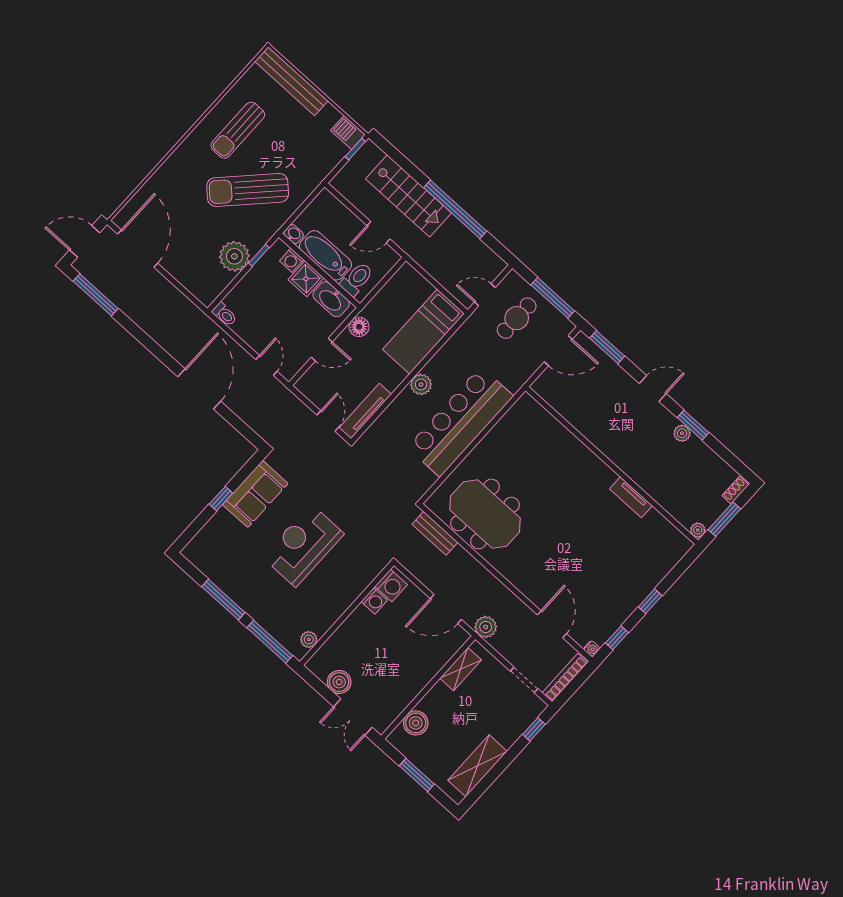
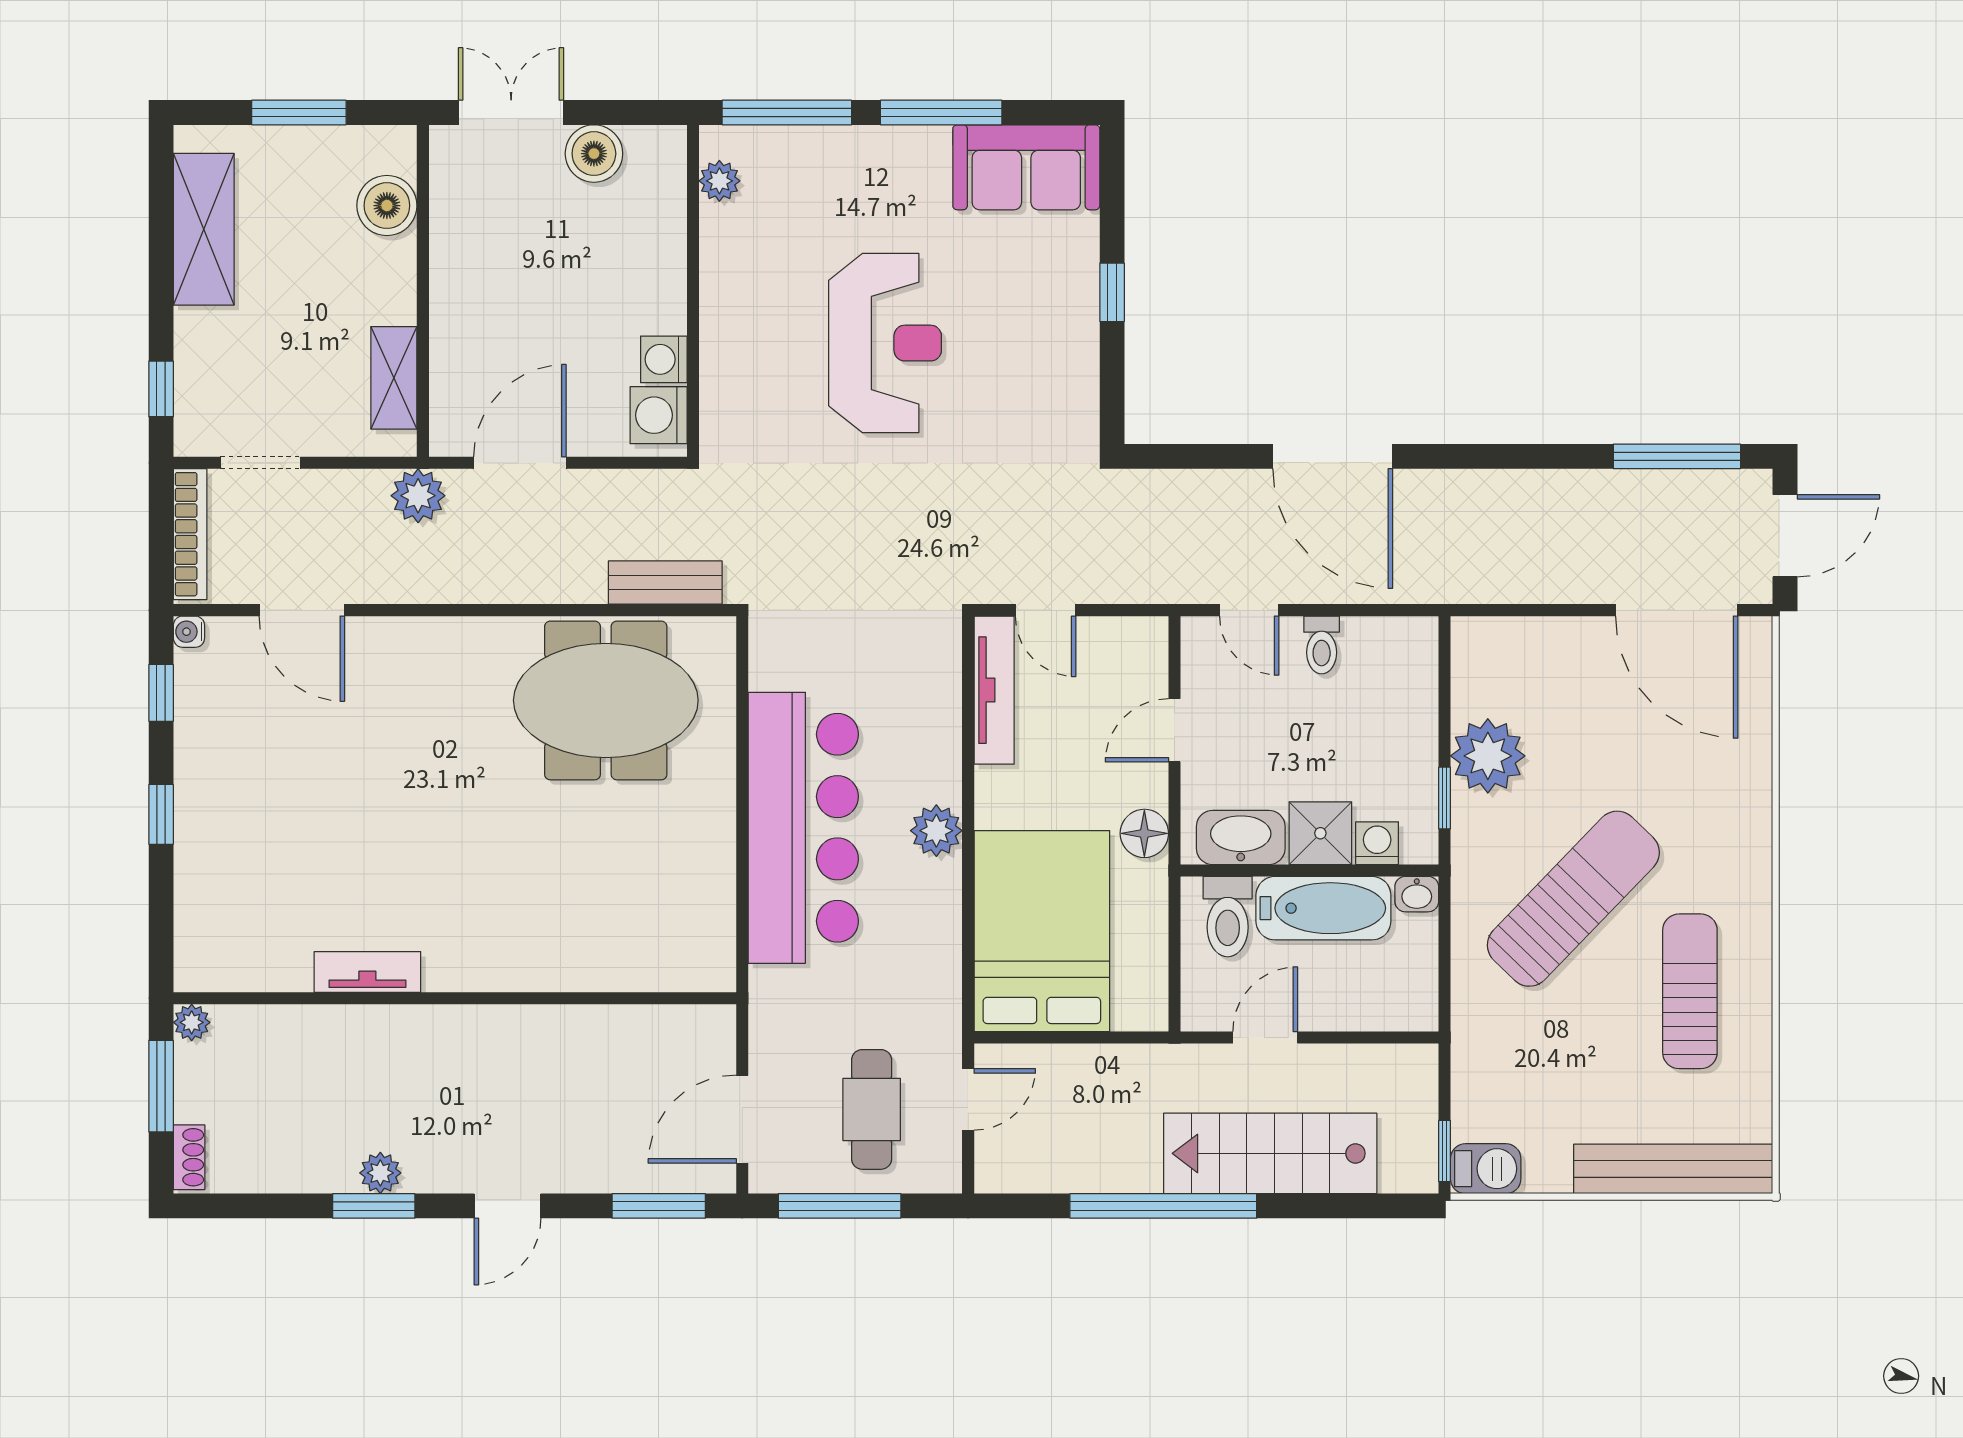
toilet: (225, 314) -> (1322, 645), moved, turned -90
bed: (423, 332) -> (1042, 931), width x1.50
sofa: (255, 494) -> (1026, 167), moved, turned -90

